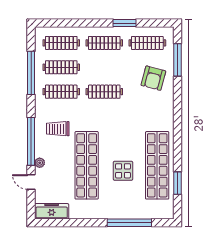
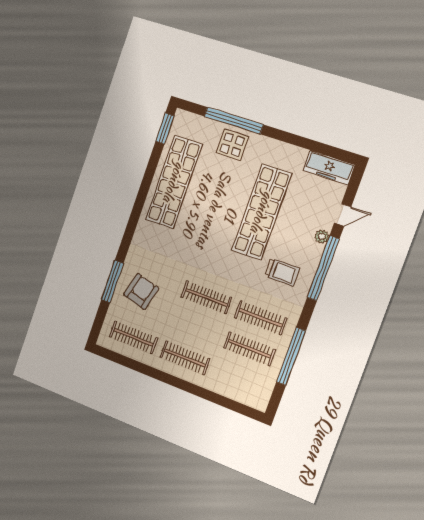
window: (125, 23) -> (152, 372), removed
clothes rail: (61, 43) -> (238, 379), removed
window: (178, 60) -> (112, 281), moved
display table: (123, 171) -> (232, 145), moved
door: (31, 182) -> (343, 215), hinge flipped
window: (178, 183) -> (165, 128), moved

